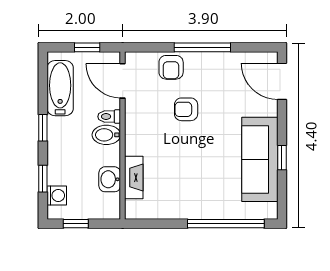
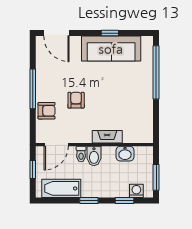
door: (282, 81) -> (56, 33), hinge flipped
armchair: (186, 109) -> (76, 100), turned 180
fireplace: (134, 178) -> (107, 137), moved
window: (76, 224) -> (156, 177), width x1.50

